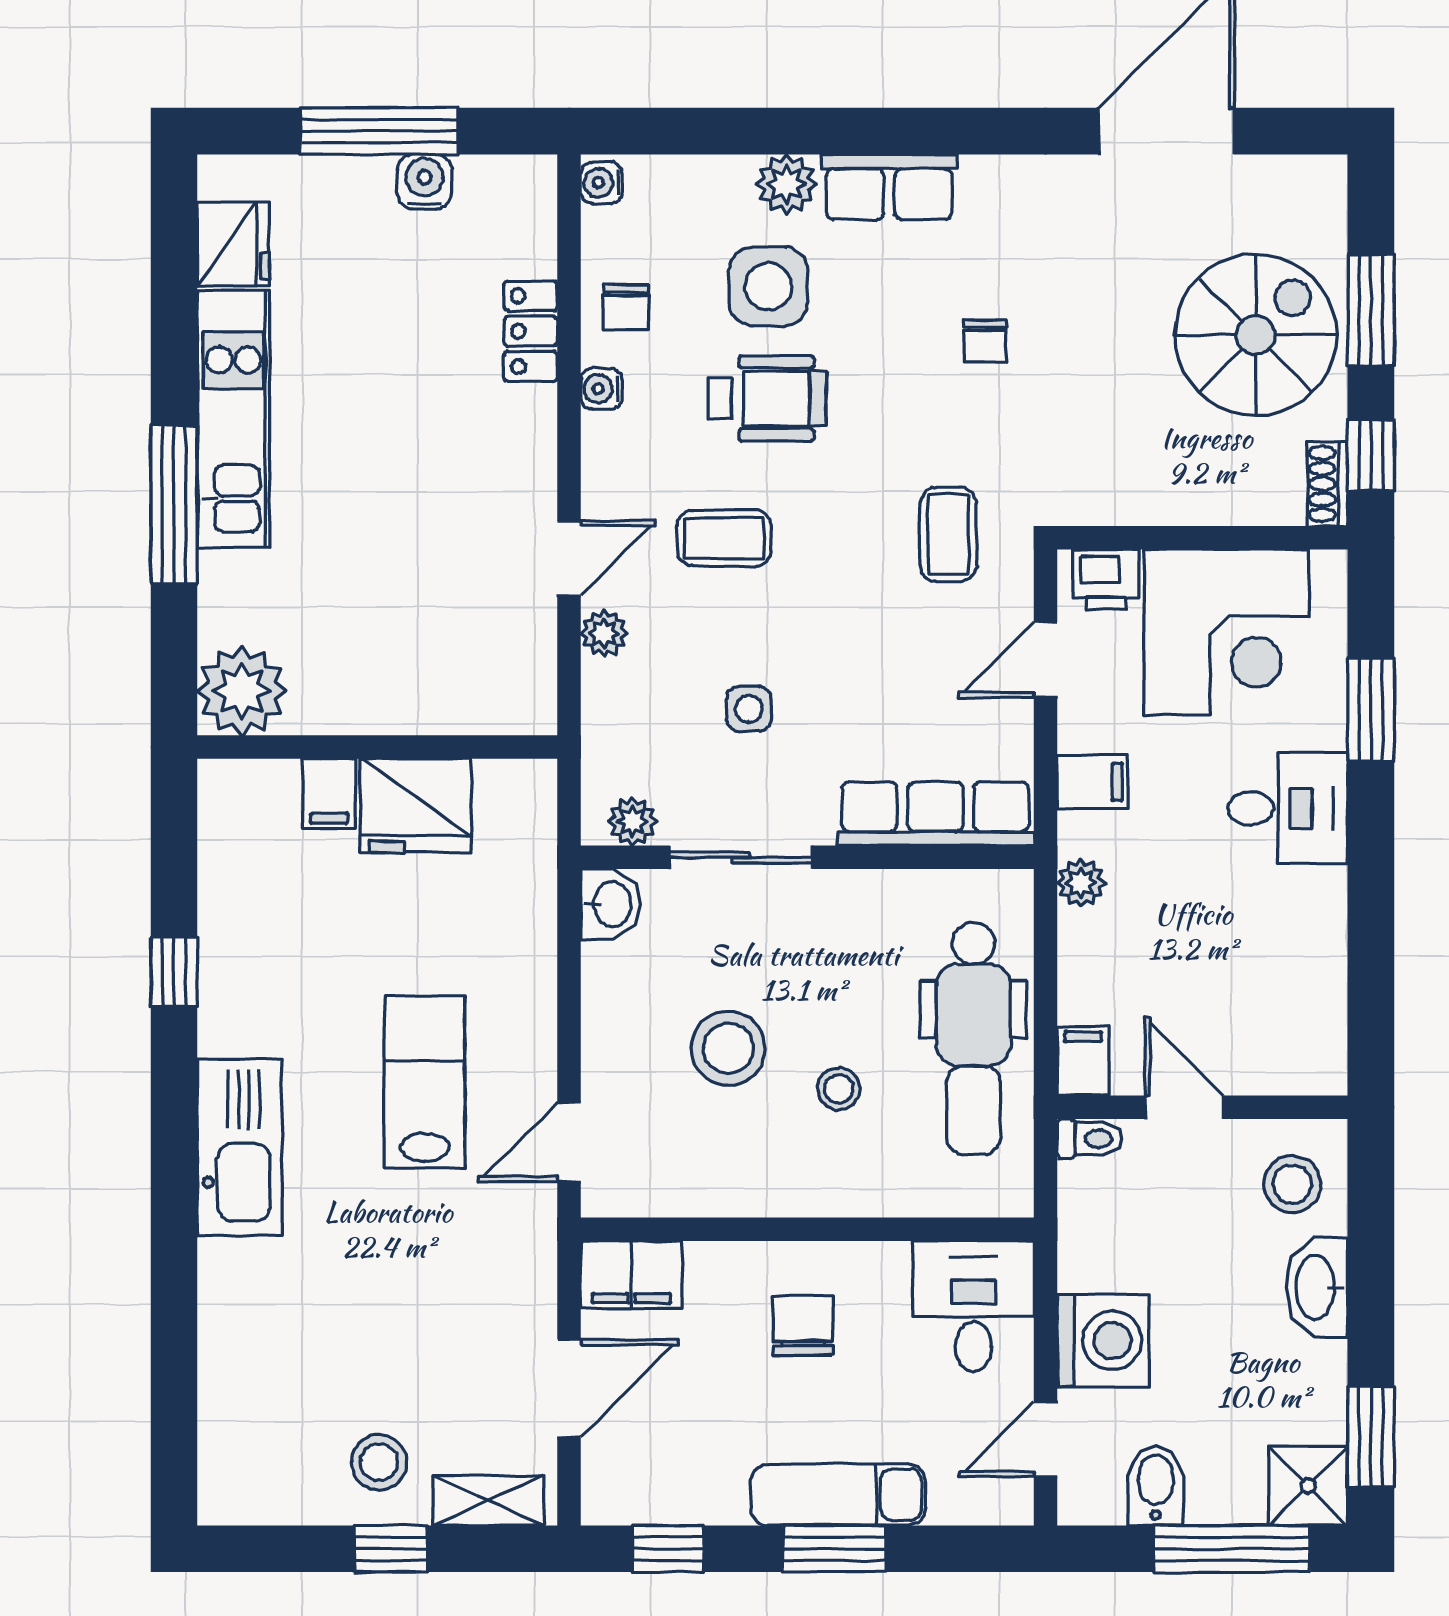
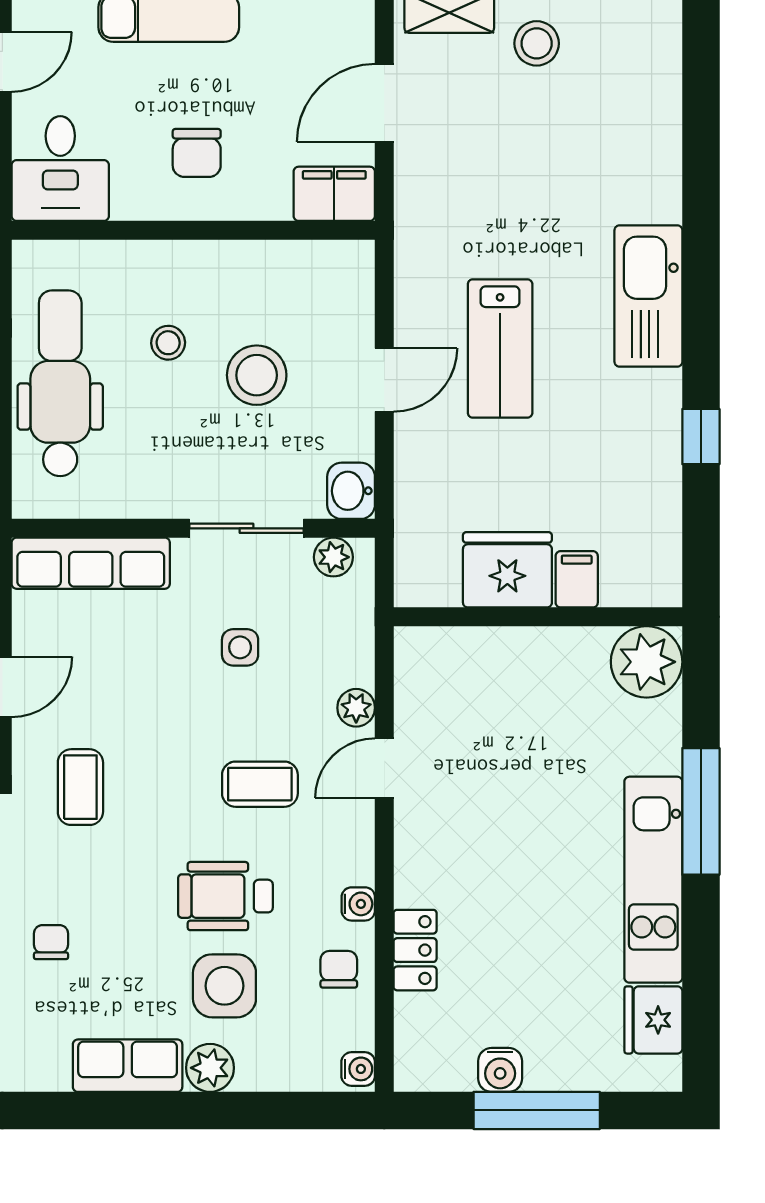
door: (569, 1142) -> (384, 380), moved

